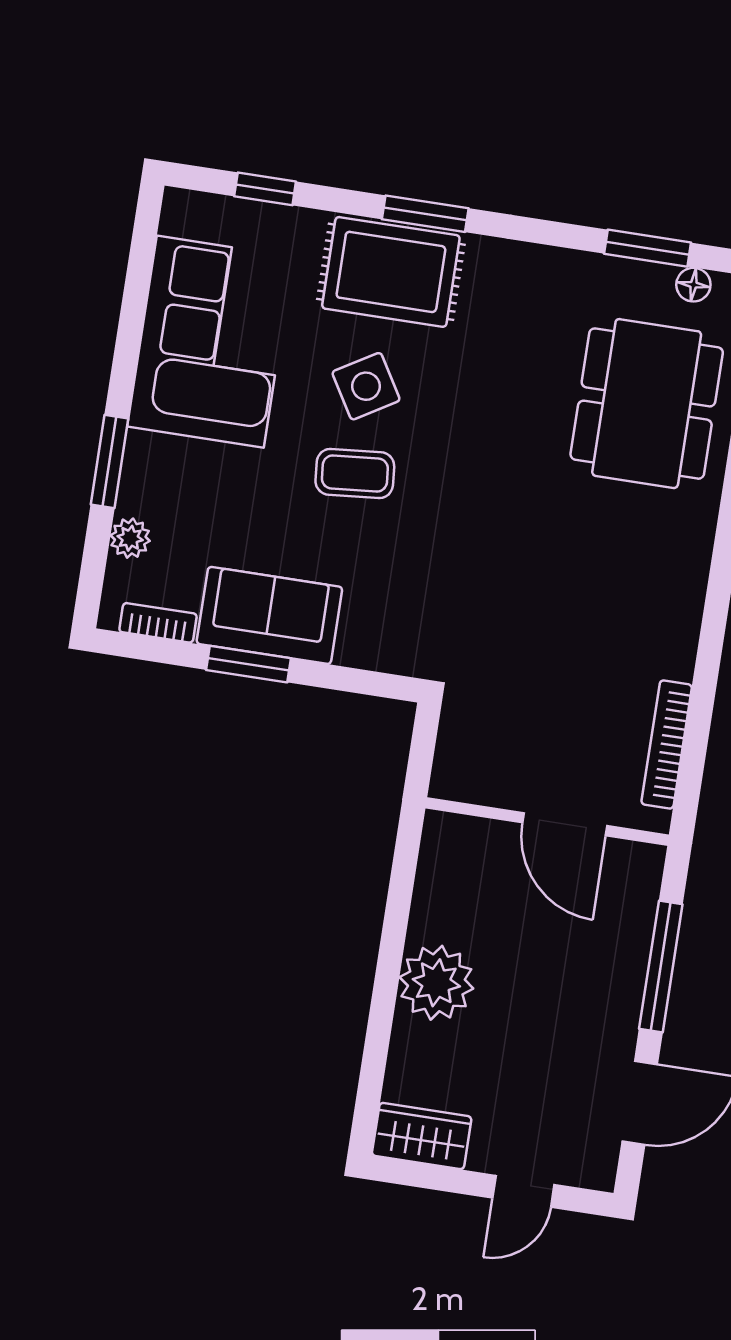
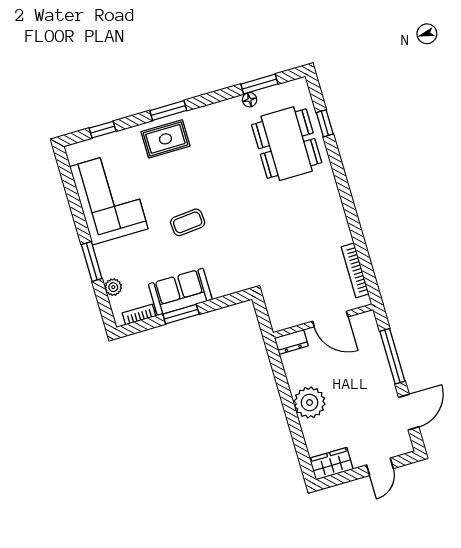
rug: (391, 272) -> (165, 139), width x0.73, depth x0.70
floor lamp: (693, 285) -> (250, 100), moved
side table: (366, 386) -> (176, 187), removed
dresser: (458, 834) -> (291, 342), added

